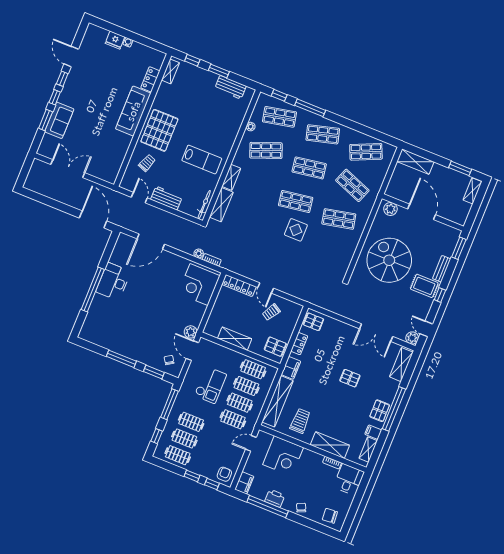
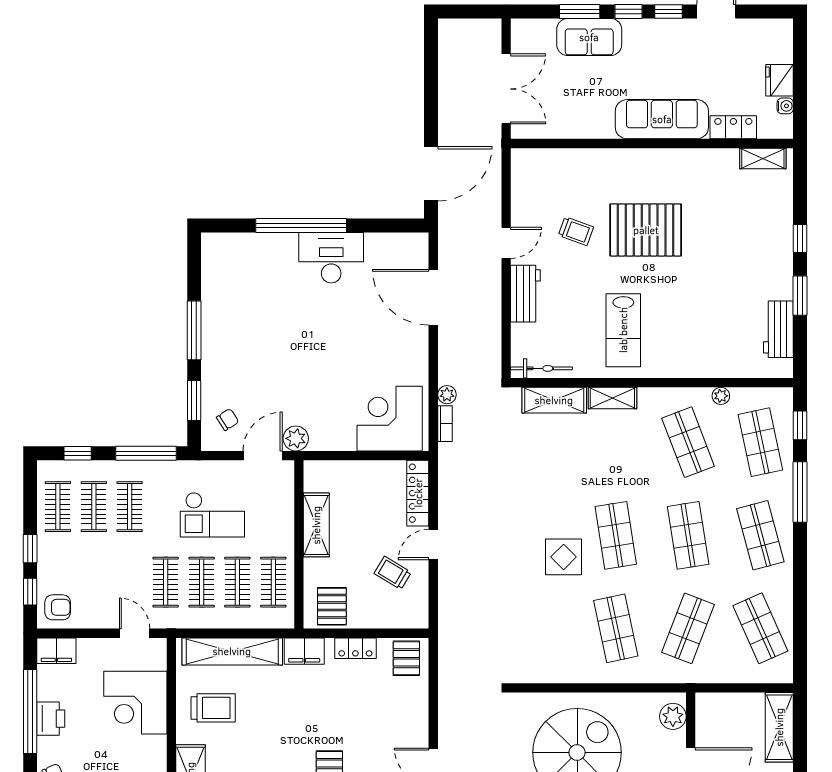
shelving: (170, 71) -> (763, 158), moved
locker: (150, 79) -> (733, 127), moved
sofa: (133, 111) -> (662, 119), moved
wall: (143, 120) -> (652, 144), moved

